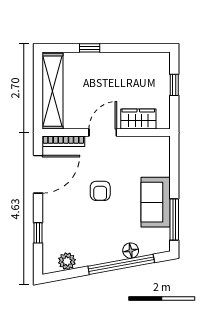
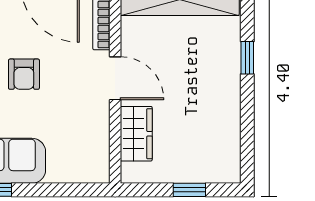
armchair: (100, 191) -> (24, 74), turned -90

